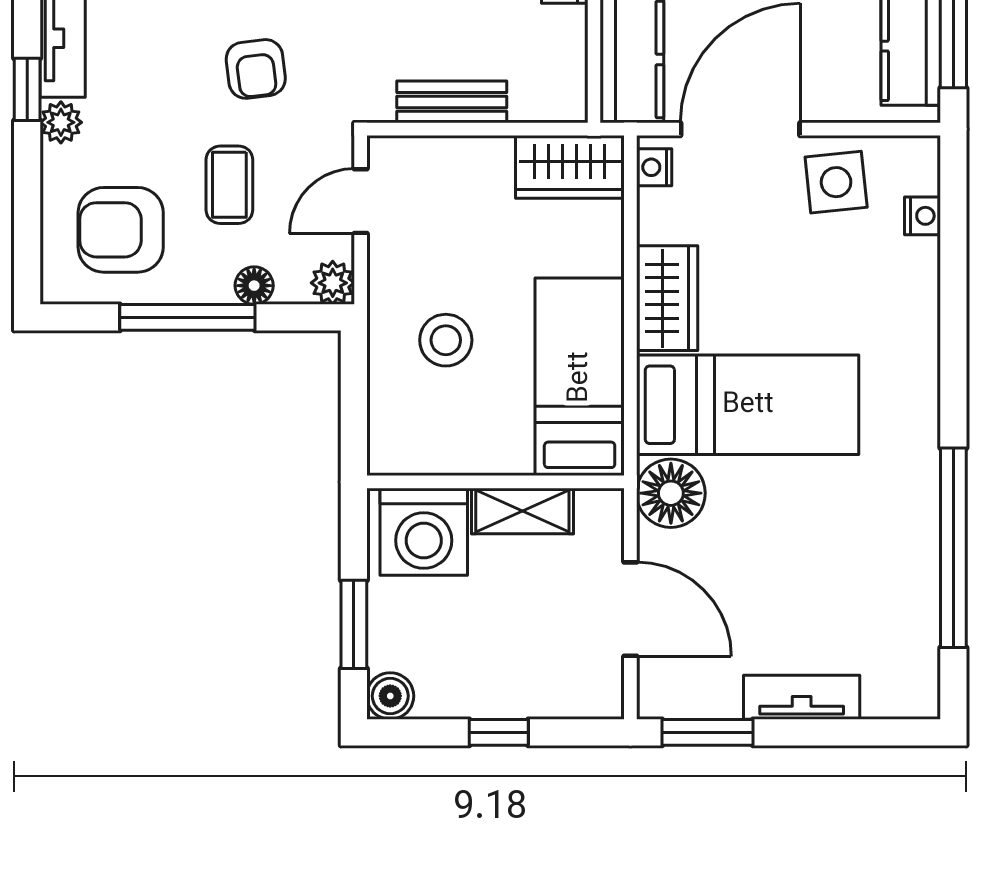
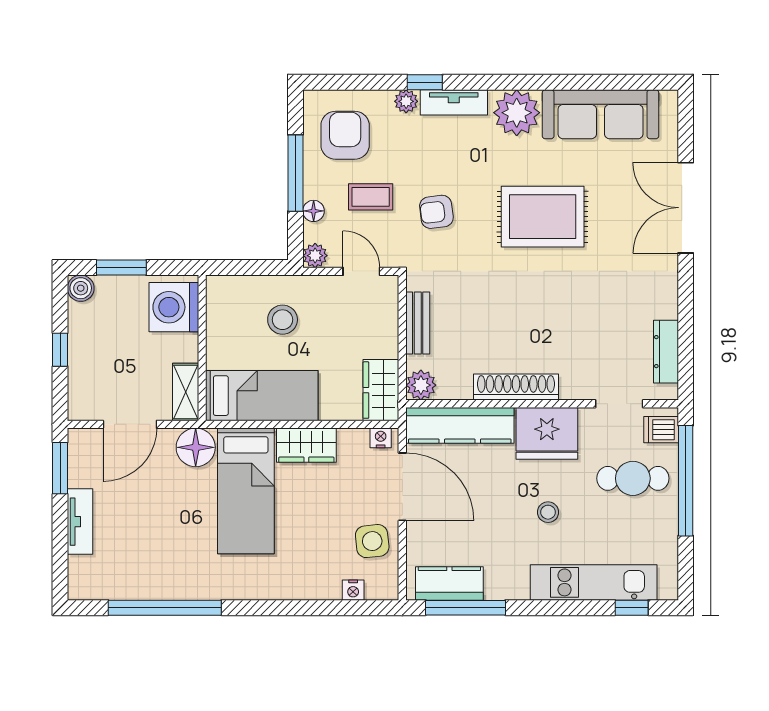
plant: (561, 96) -> (421, 385), added
shelving: (522, 511) -> (186, 392), moved

